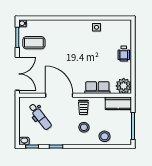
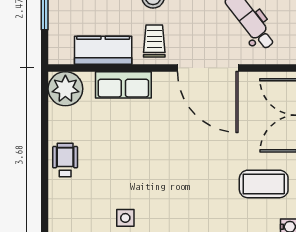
kitchen counter: (118, 103) -> (103, 50), moved

